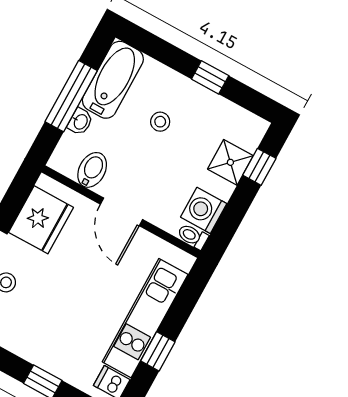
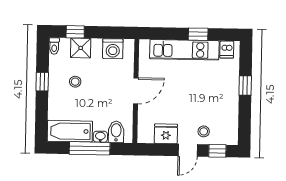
stool: (160, 122) -> (75, 82), moved
bidet: (92, 170) -> (116, 132), moved, turned 90
fridge: (41, 220) -> (166, 134), width x0.73, depth x0.75
toilet: (193, 236) -> (54, 46), moved

